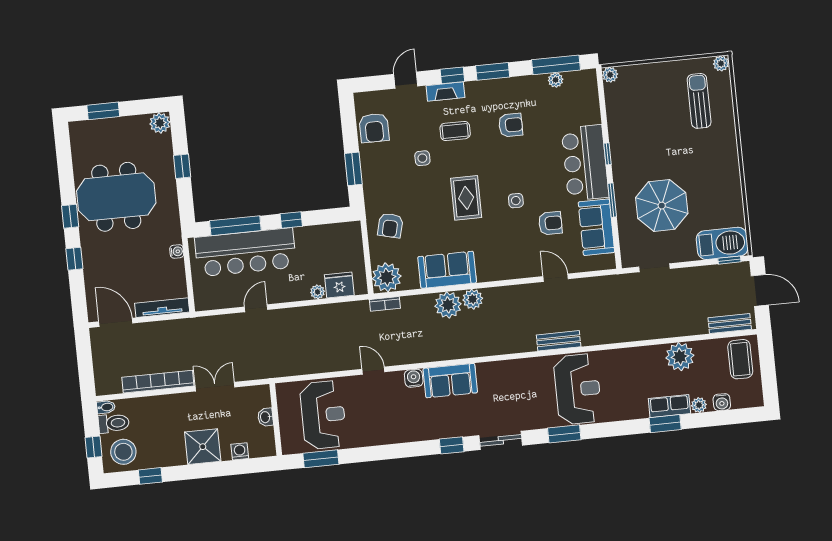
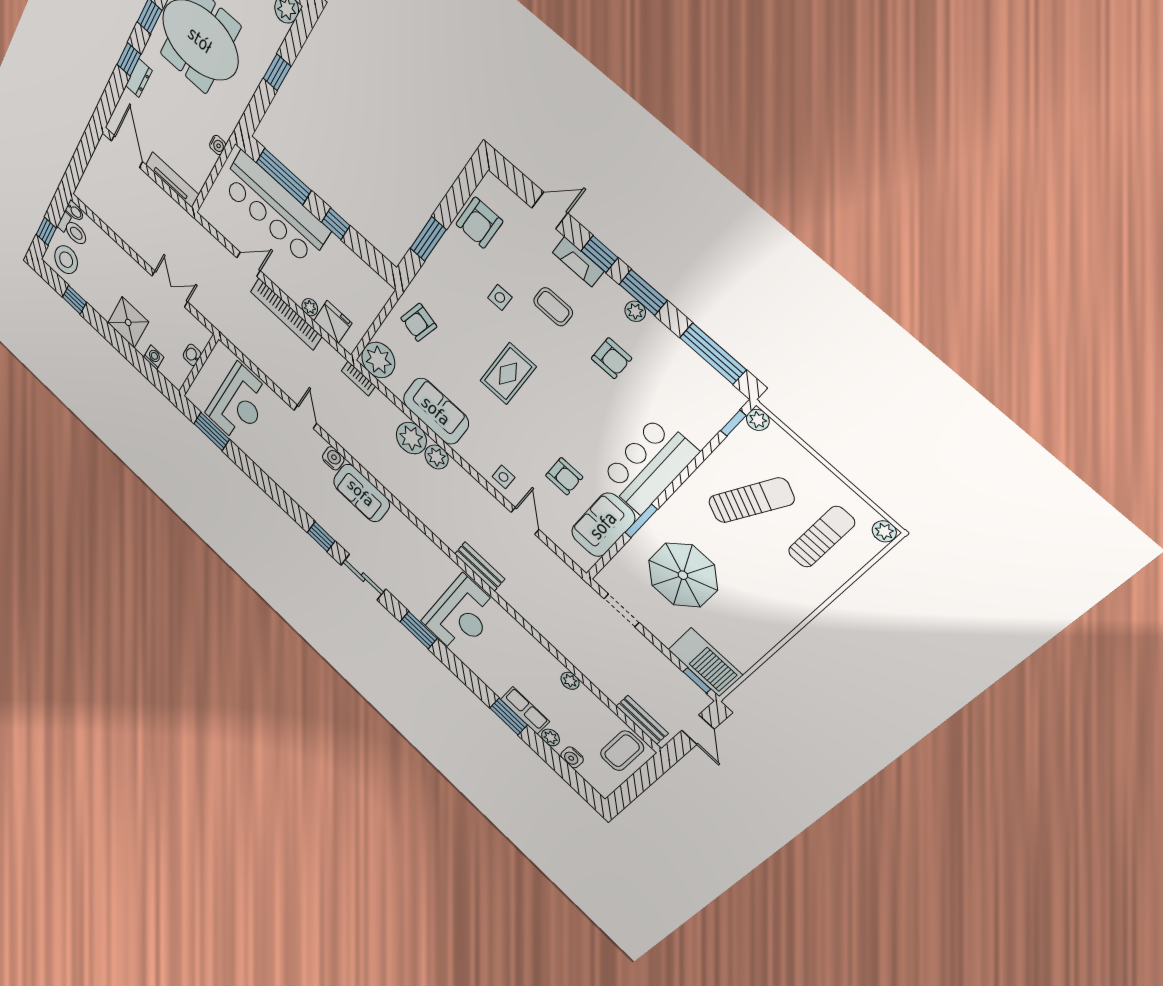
plant: (556, 80) -> (635, 311), moved
sun lounger: (650, 121) -> (751, 500), added
window: (607, 154) -> (733, 423), moved
side table: (516, 201) -> (503, 477), moved
dresser: (90, 264) -> (139, 78), added
door: (760, 290) -> (698, 730), width x0.73
plant: (680, 357) -> (570, 681), width x0.53, depth x0.53
bookcase: (158, 382) -> (286, 314), moved, turned 180

